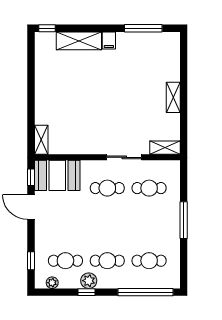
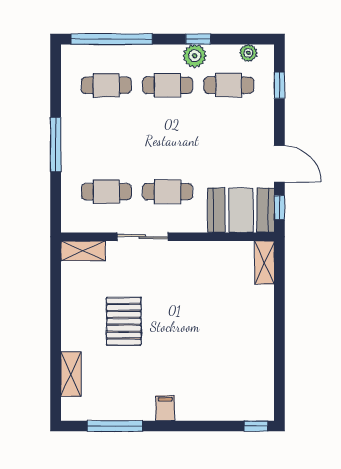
shelving: (79, 41) -> (209, 408), removed
shelving: (173, 97) -> (71, 374), moved
pallet: (137, 100) -> (124, 321), added

